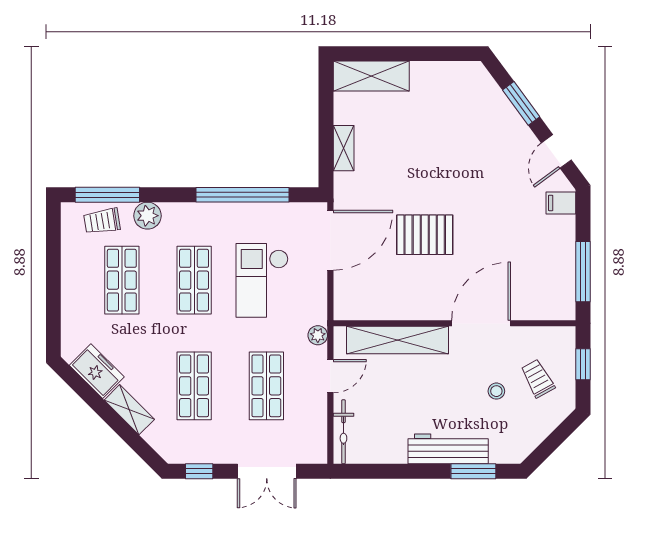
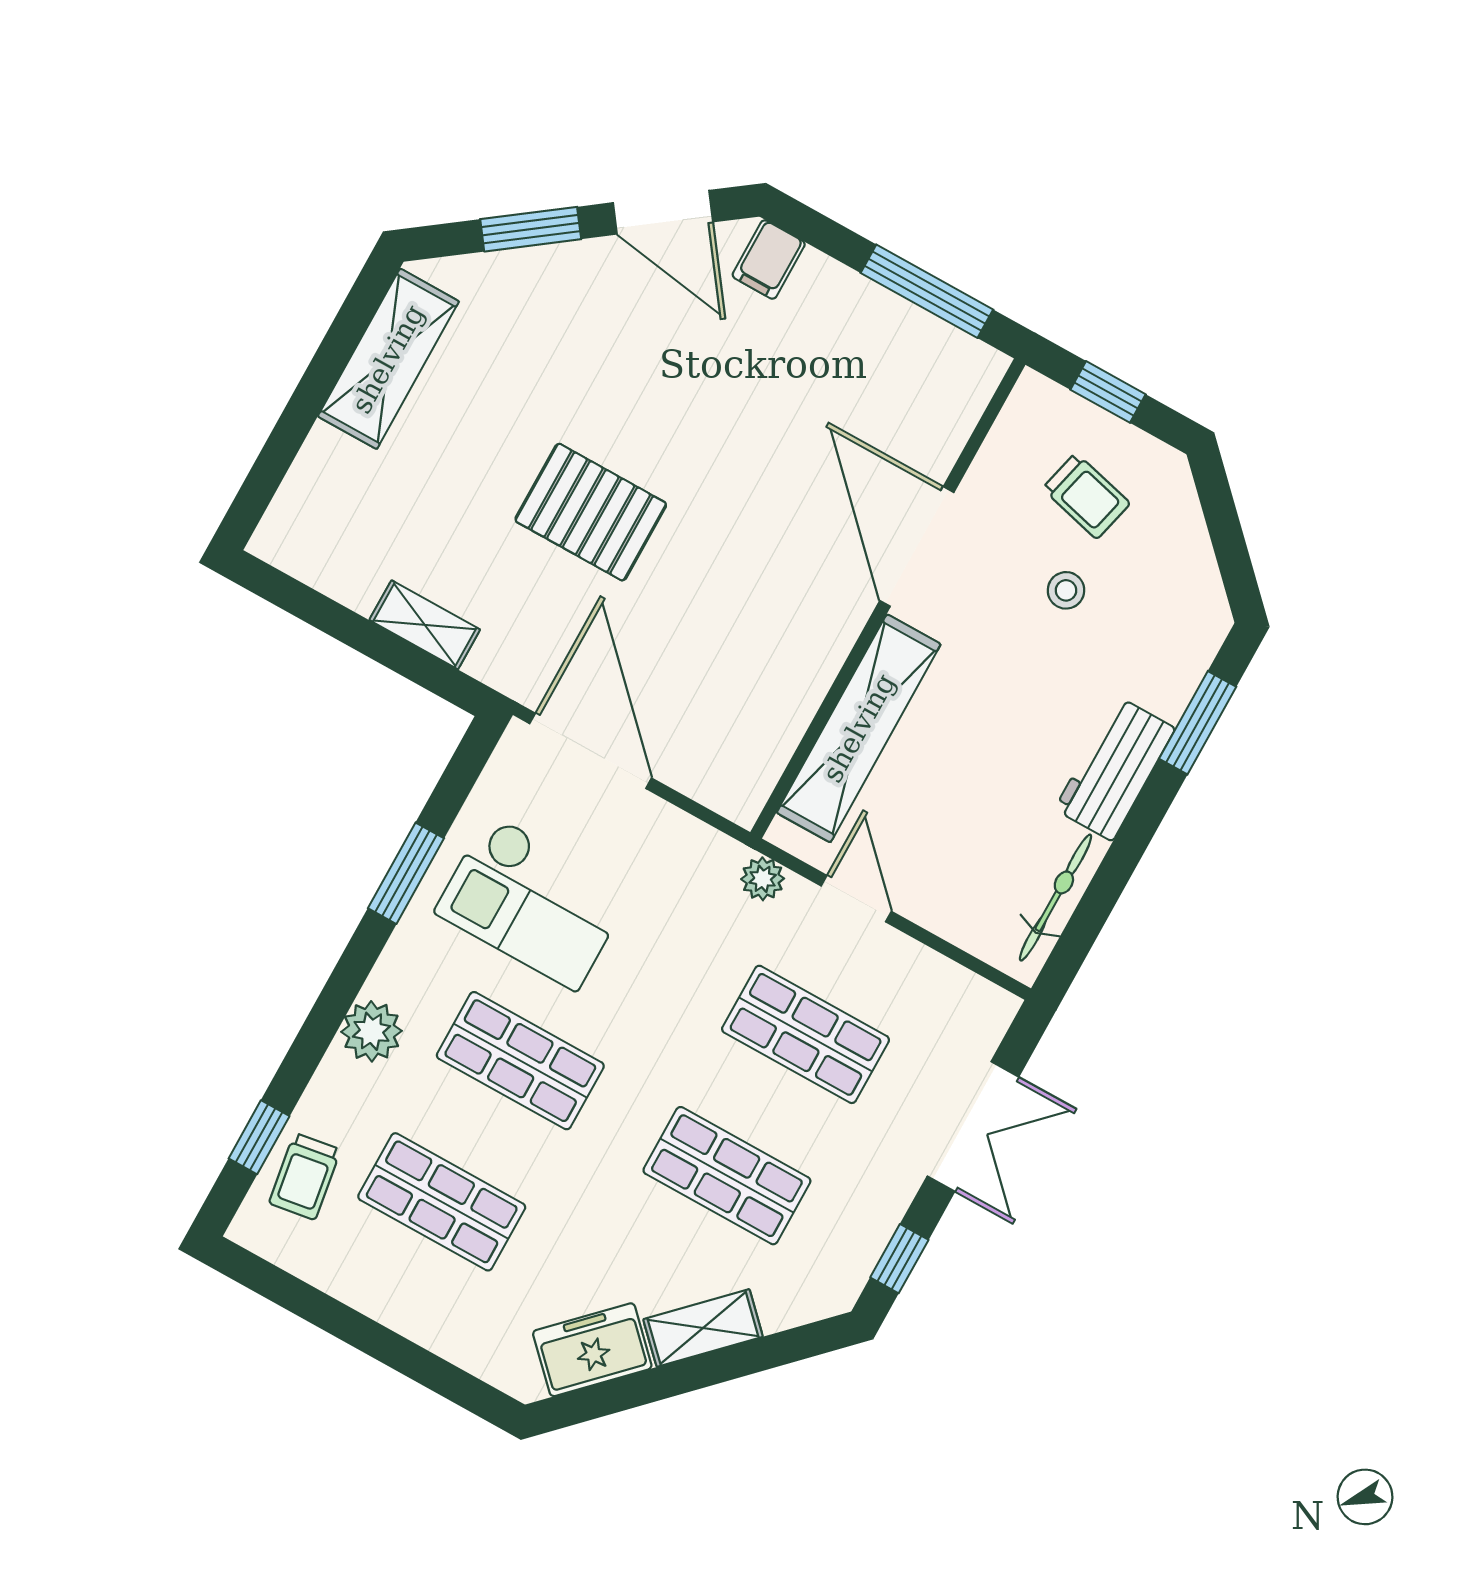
shelving: (371, 76) -> (388, 359), moved
door: (556, 151) -> (663, 212), width x1.38
window: (107, 195) -> (259, 1137), width x0.46
window: (242, 195) -> (406, 873), width x0.47
plant: (147, 216) -> (372, 1031), moved
pallet: (425, 235) -> (591, 512), moved, turned 90
checkout: (262, 280) -> (533, 902), moved
trolley: (538, 378) -> (1086, 496), turned -137
bicycle: (343, 432) -> (1056, 898), moved, turned -90
workbench: (448, 449) -> (1115, 769), width x0.73

